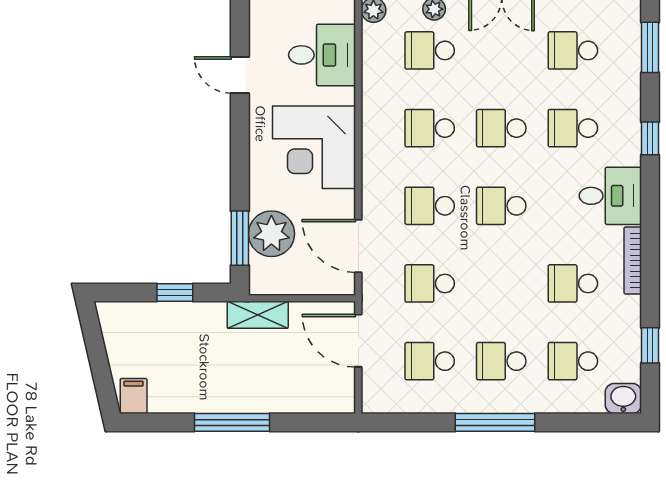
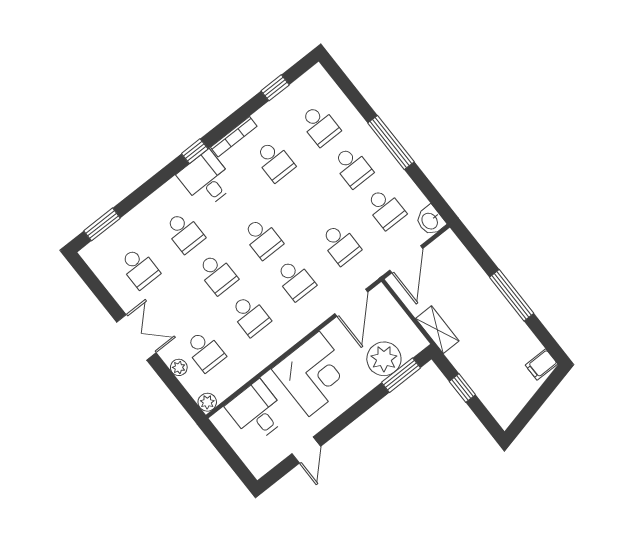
window: (650, 138) -> (195, 151), moved
washbasin: (623, 398) -> (430, 221), moved

